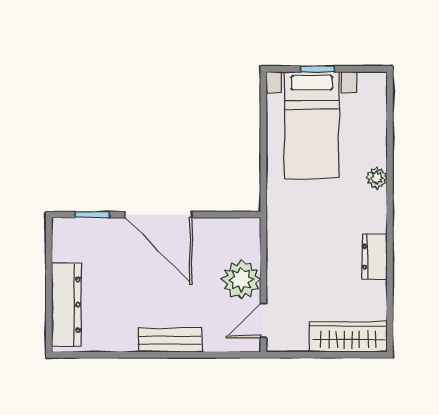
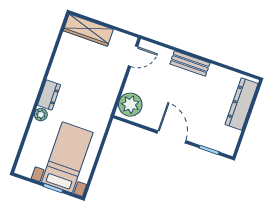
door: (159, 215) -> (172, 137), width x0.73
dresser: (374, 257) -> (49, 95), moved
plant: (241, 280) -> (130, 105), moved

